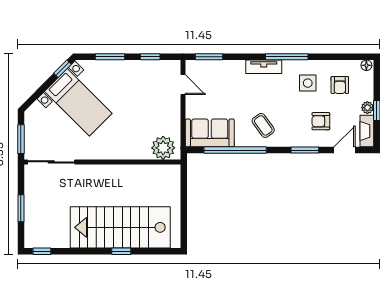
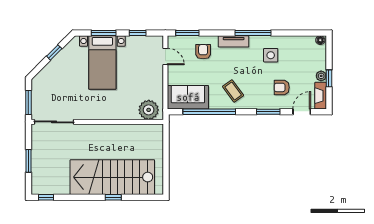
window: (63, 69) -> (54, 52), moved
armchair: (340, 85) -> (203, 52), moved, turned 180
bed with nightstands: (78, 102) -> (102, 62), moved, turned 45

